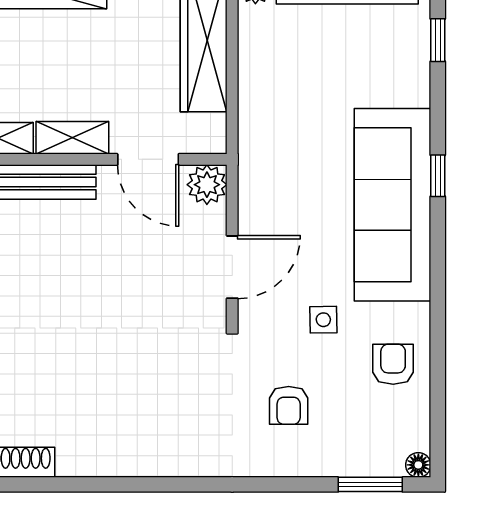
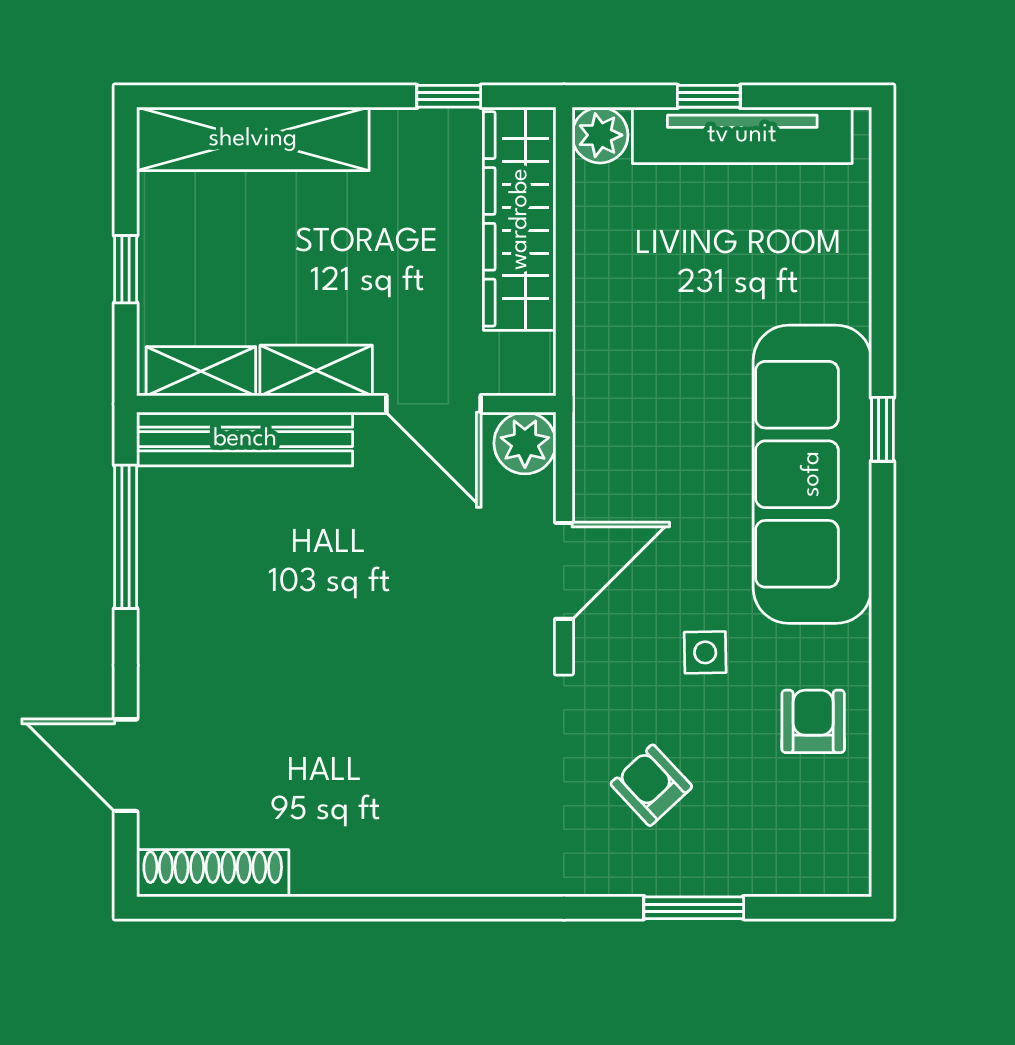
window: (438, 40) -> (882, 219), removed
armchair: (289, 405) -> (651, 785), turned 137
floor lamp: (418, 465) -> (852, 877), removed
window: (370, 484) -> (694, 908), moved

